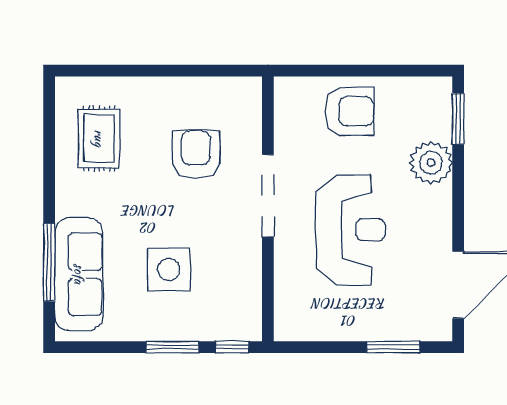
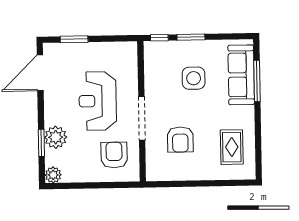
plant: (437, 92) -> (53, 175), added
armchair: (350, 111) -> (114, 155), moved, turned 90
window: (458, 119) -> (41, 143), moved

